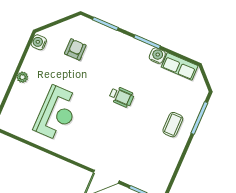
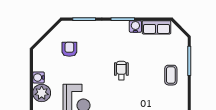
water cooler: (39, 42) -> (39, 77), moved
plant: (22, 77) -> (42, 93), width x1.88, depth x1.88
wheelchair: (121, 97) -> (121, 71), turned -90

